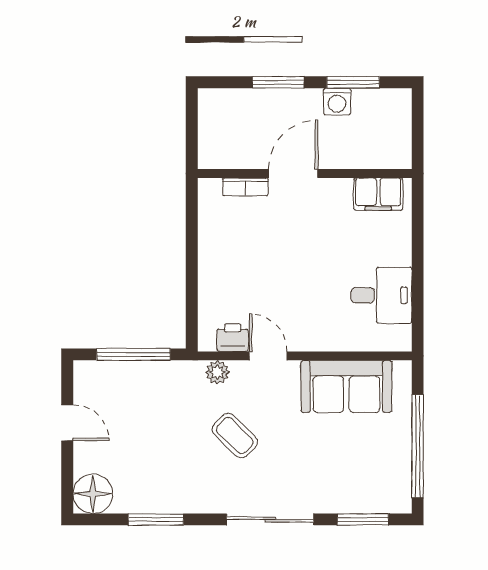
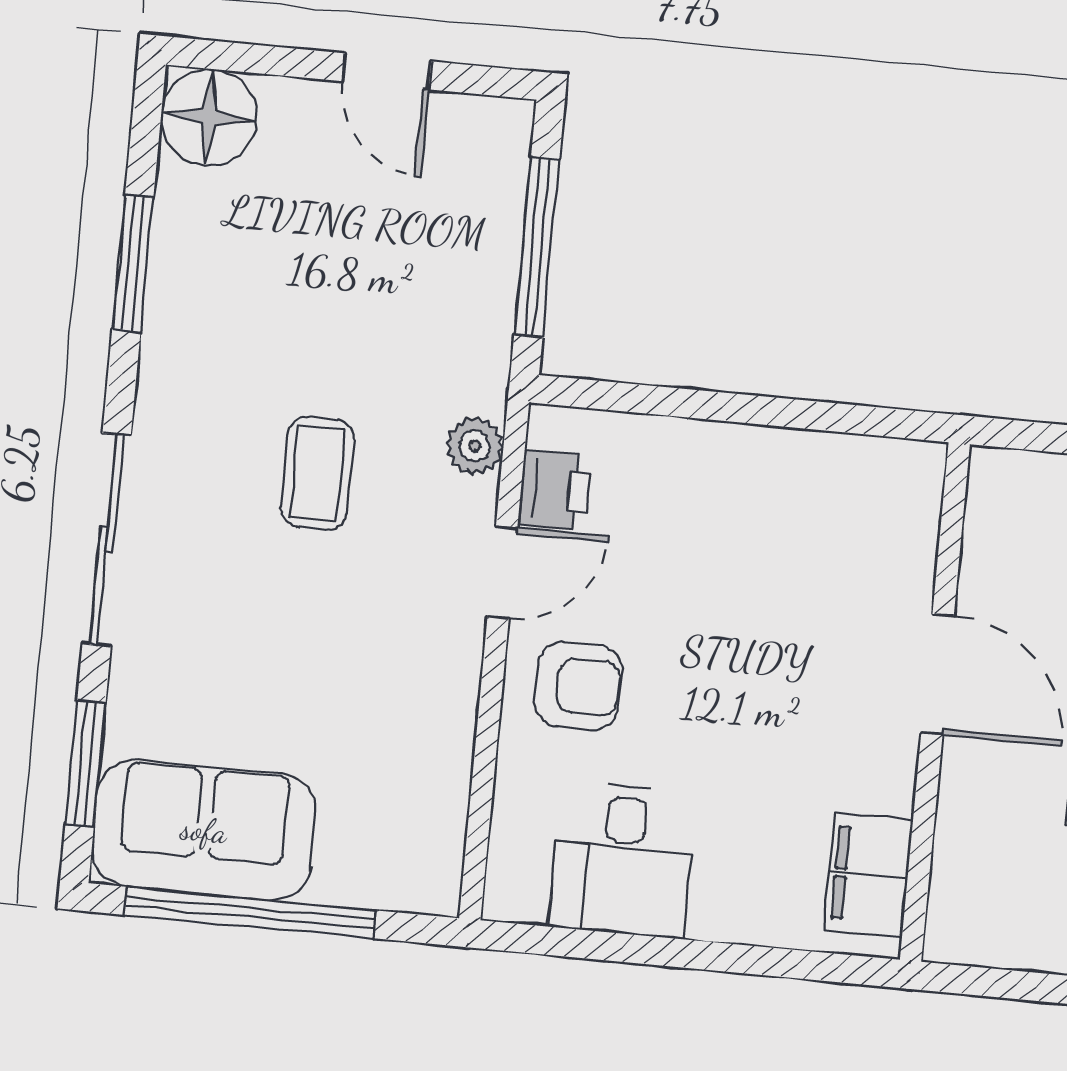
bookcase: (245, 187) -> (916, 556), removed
armchair: (312, 320) -> (578, 686), added
sofa: (346, 386) -> (204, 830), moved, turned 90
door: (67, 423) -> (387, 71), hinge flipped
coffee table: (235, 436) -> (317, 473), turned -45

